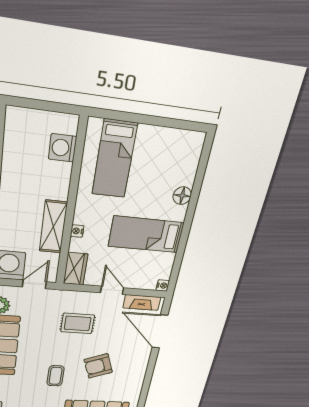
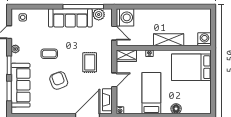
washing machine: (63, 148) -> (204, 39), moved
bed: (114, 159) -> (191, 67), width x1.50
shelving: (53, 227) -> (169, 40), moved

